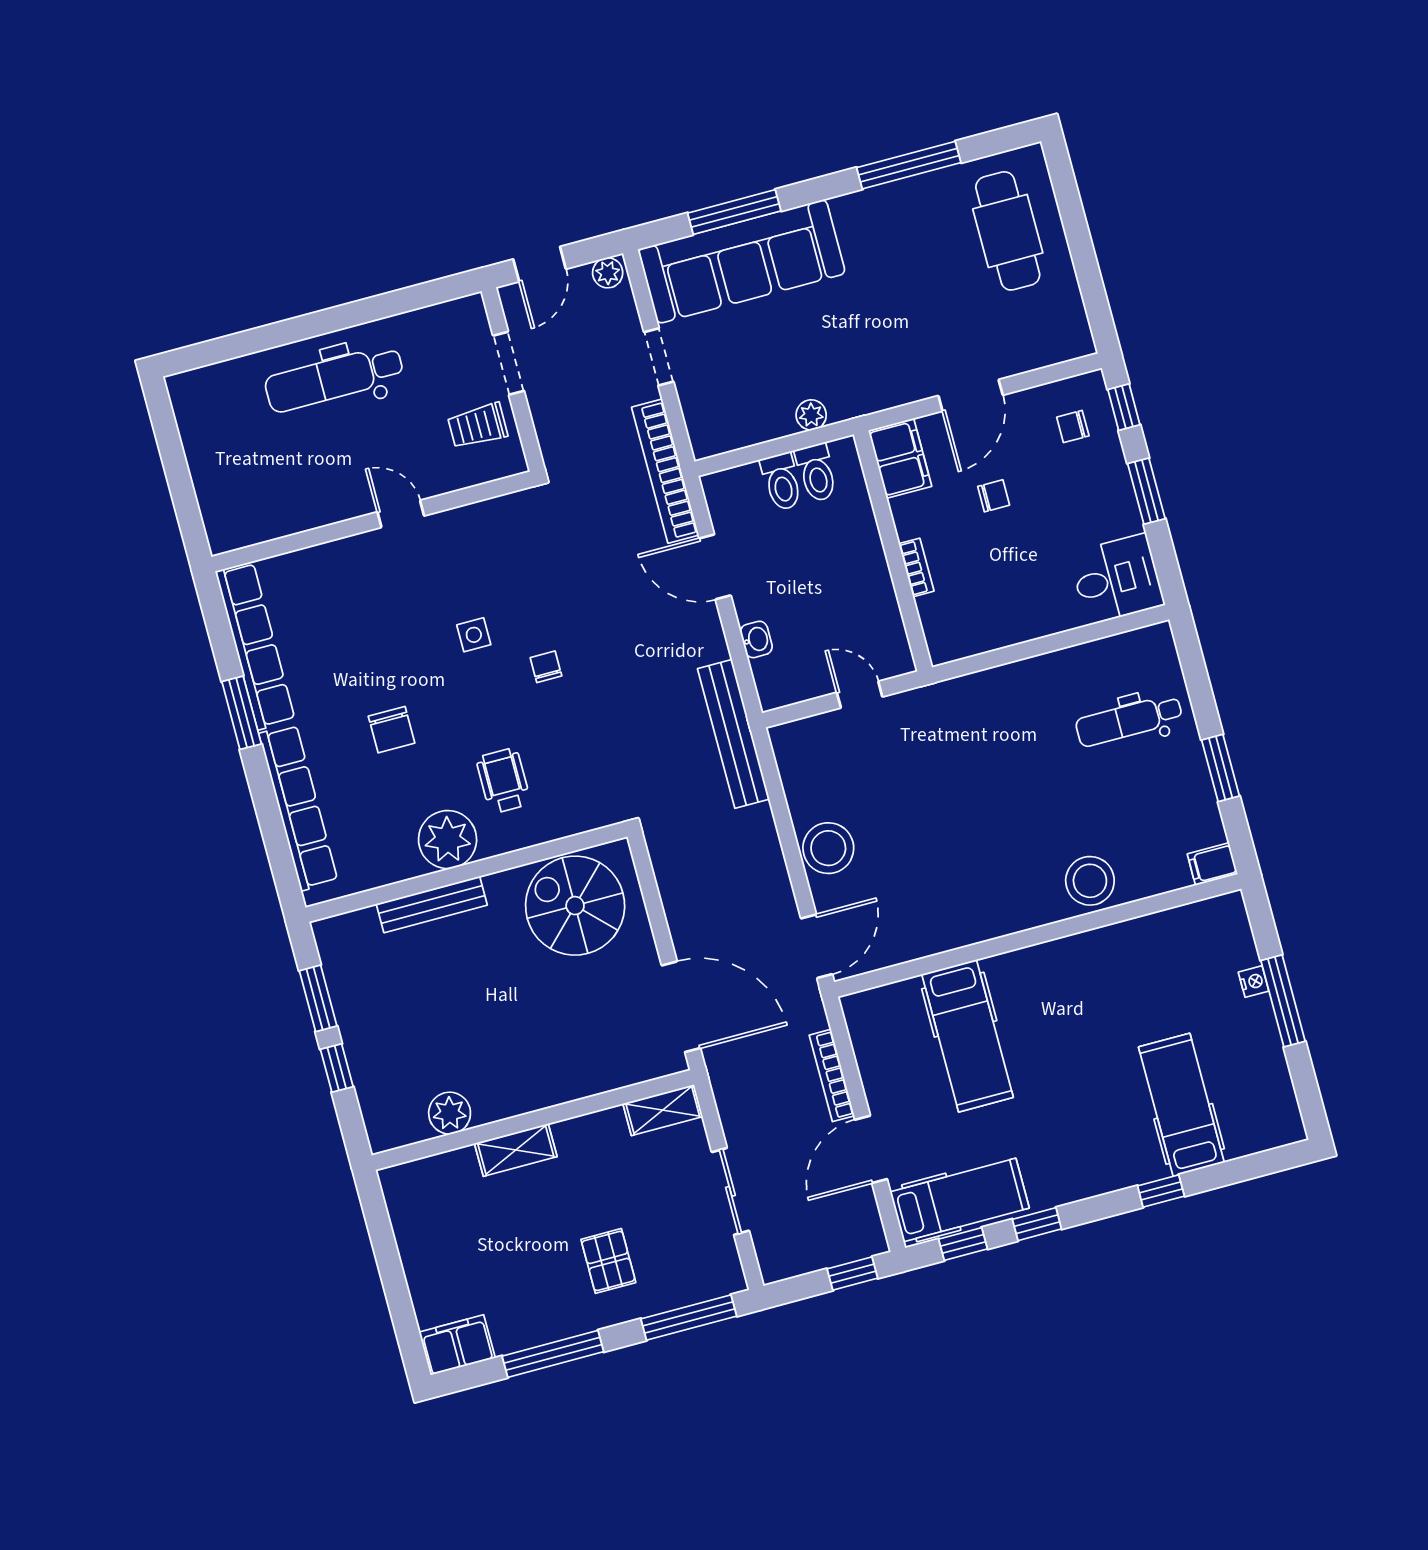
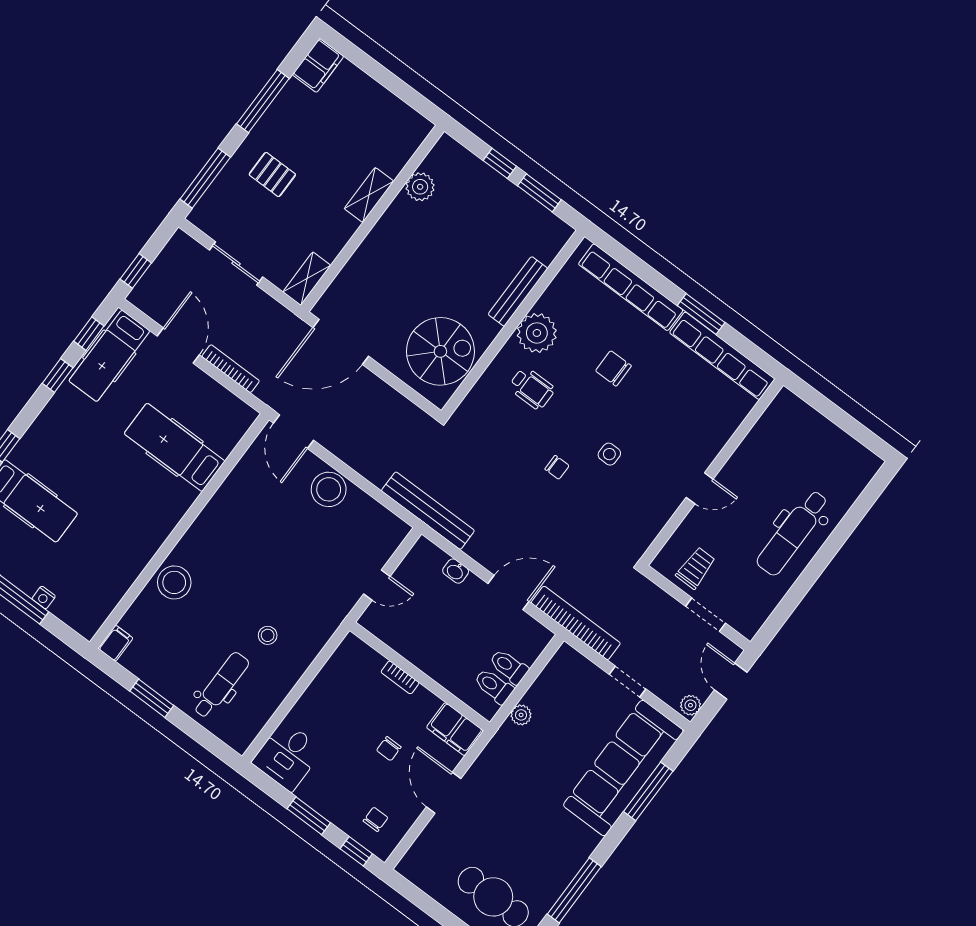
dental chair: (334, 378) -> (793, 533), turned 180
stool: (1030, 736) -> (268, 635), added

